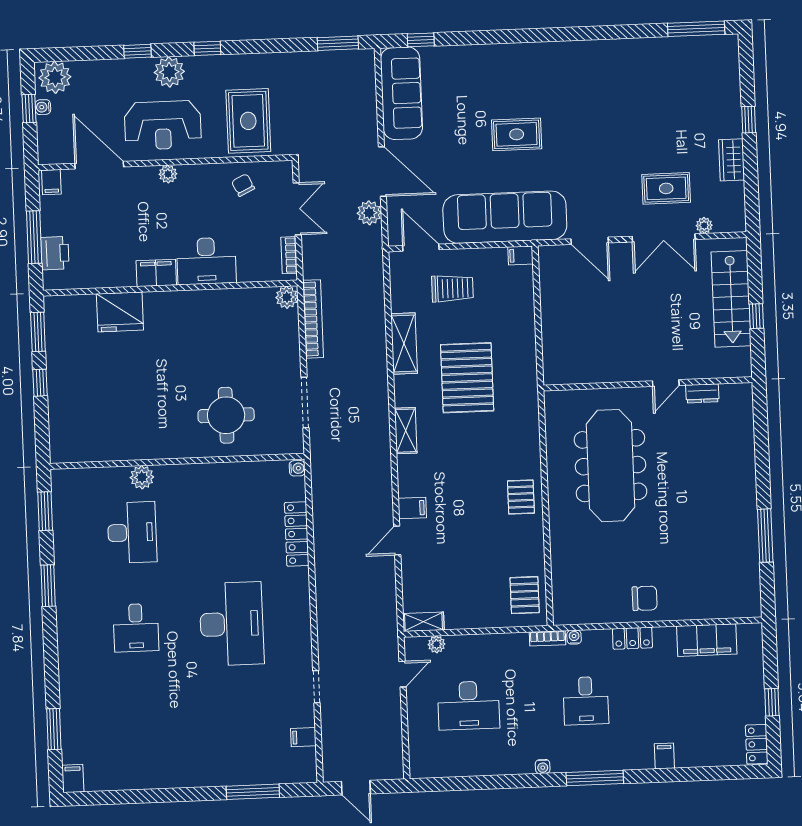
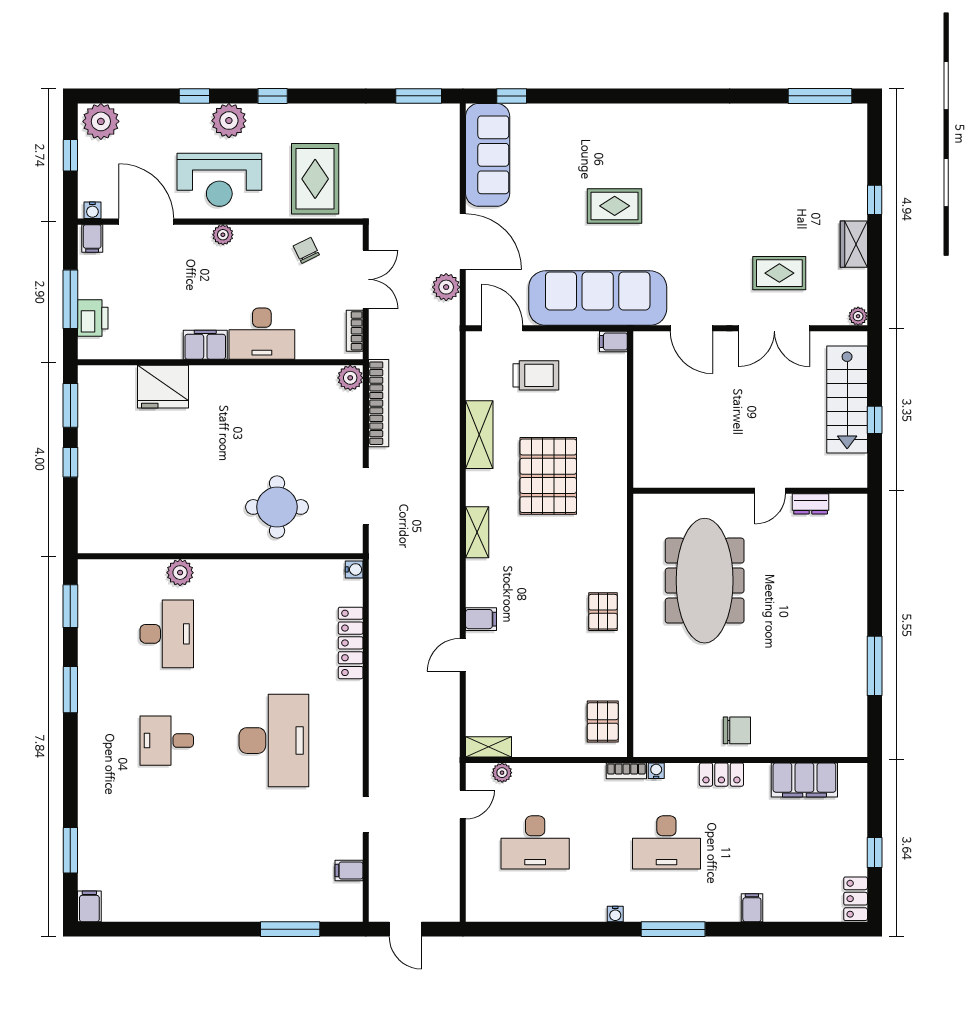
water cooler: (43, 107) -> (92, 210), moved, turned -90
plant: (704, 225) -> (858, 316), moved
desk: (136, 628) -> (167, 741), turned 90
desk: (586, 701) -> (666, 842), width x1.37

